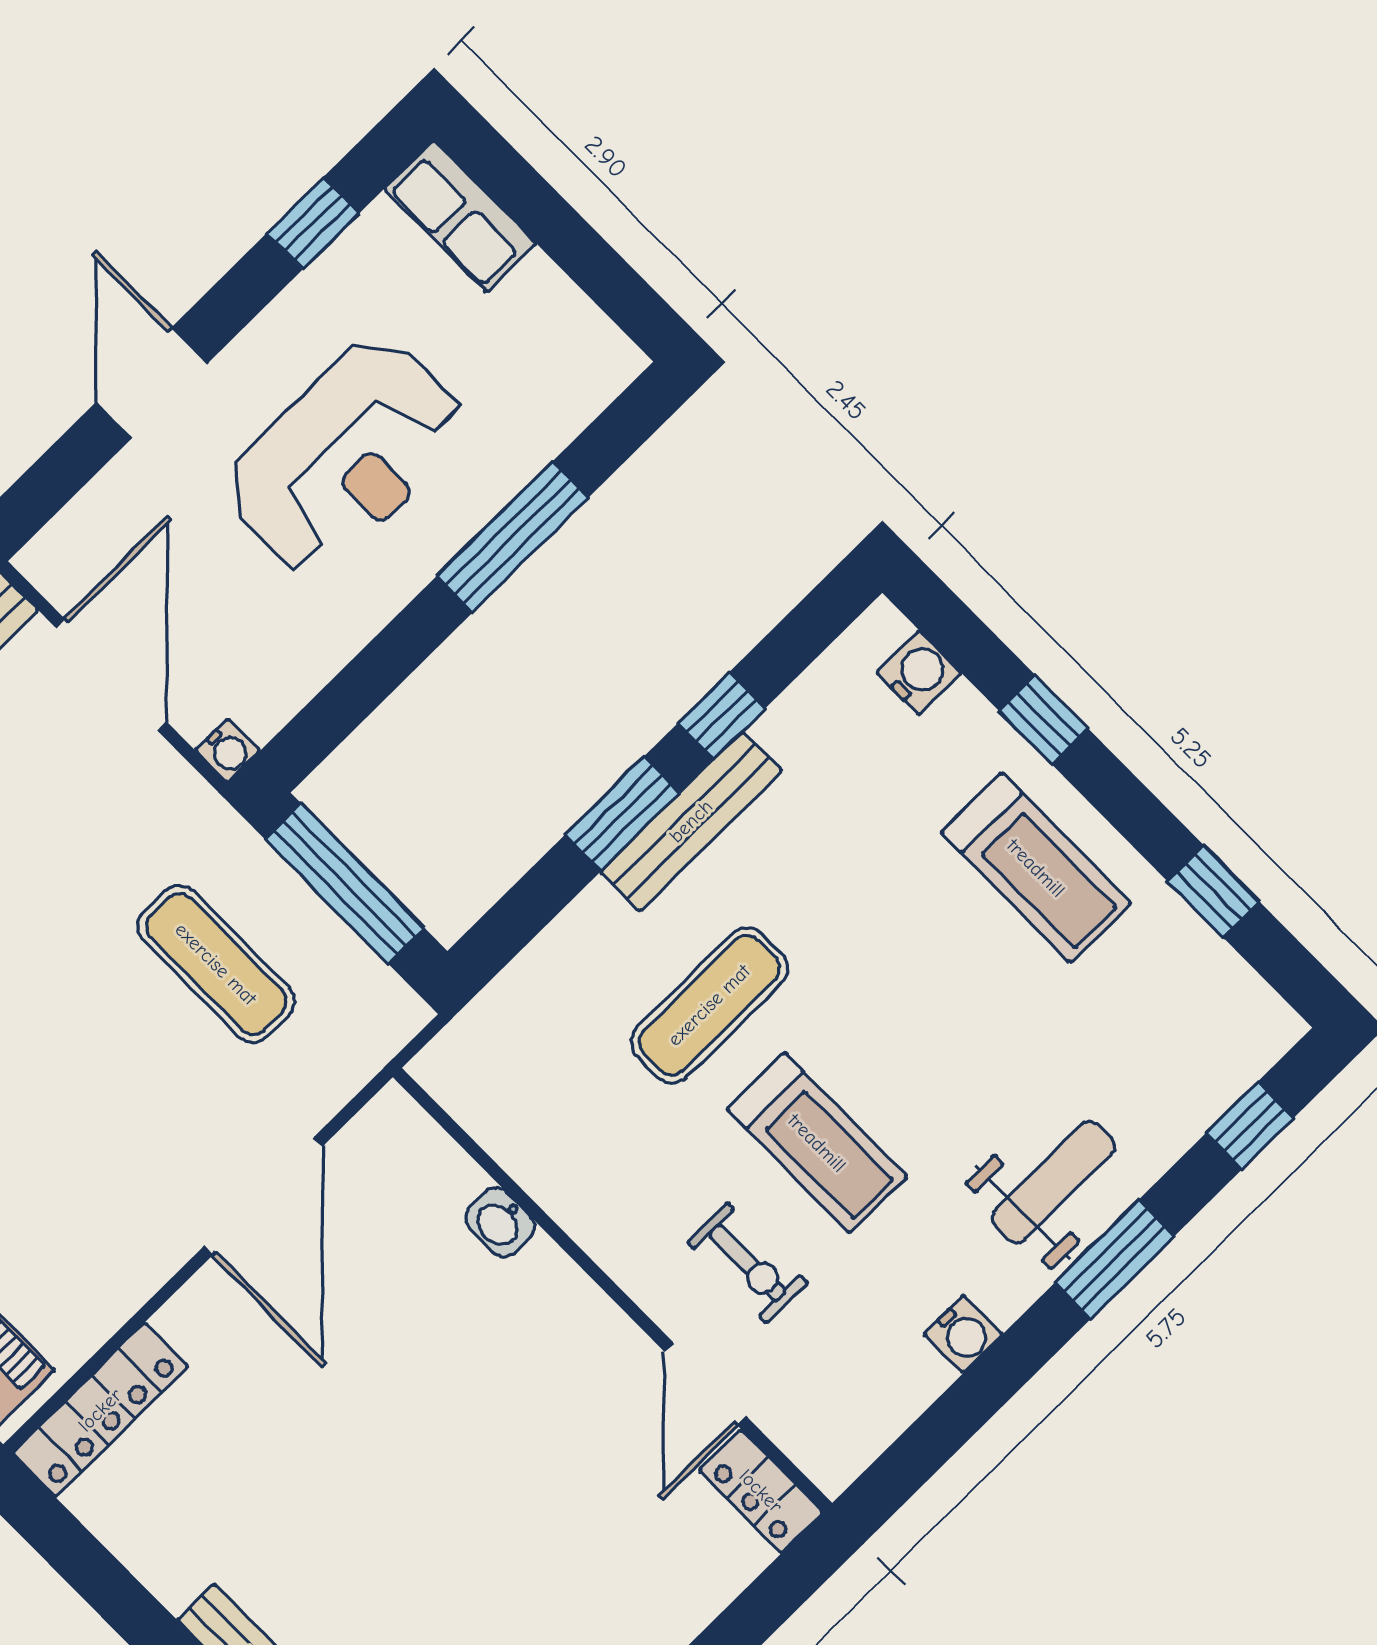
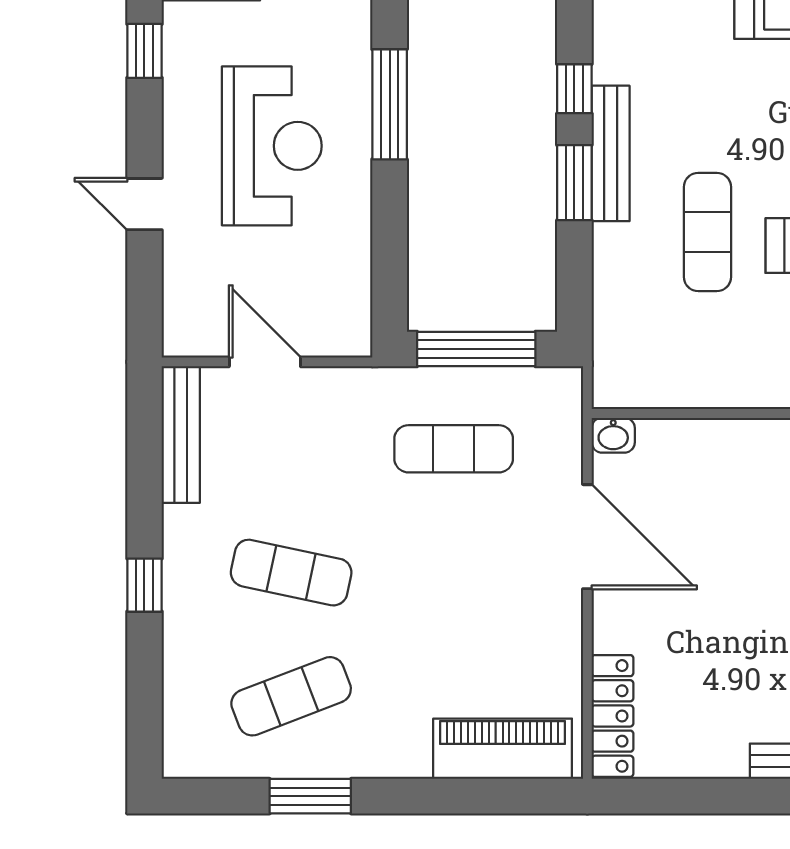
door: (152, 383) -> (144, 204), width x0.73
door: (111, 674) -> (265, 362), width x0.73
water cooler: (228, 751) -> (357, 342), removed
washbasin: (500, 1222) -> (613, 435), moved

